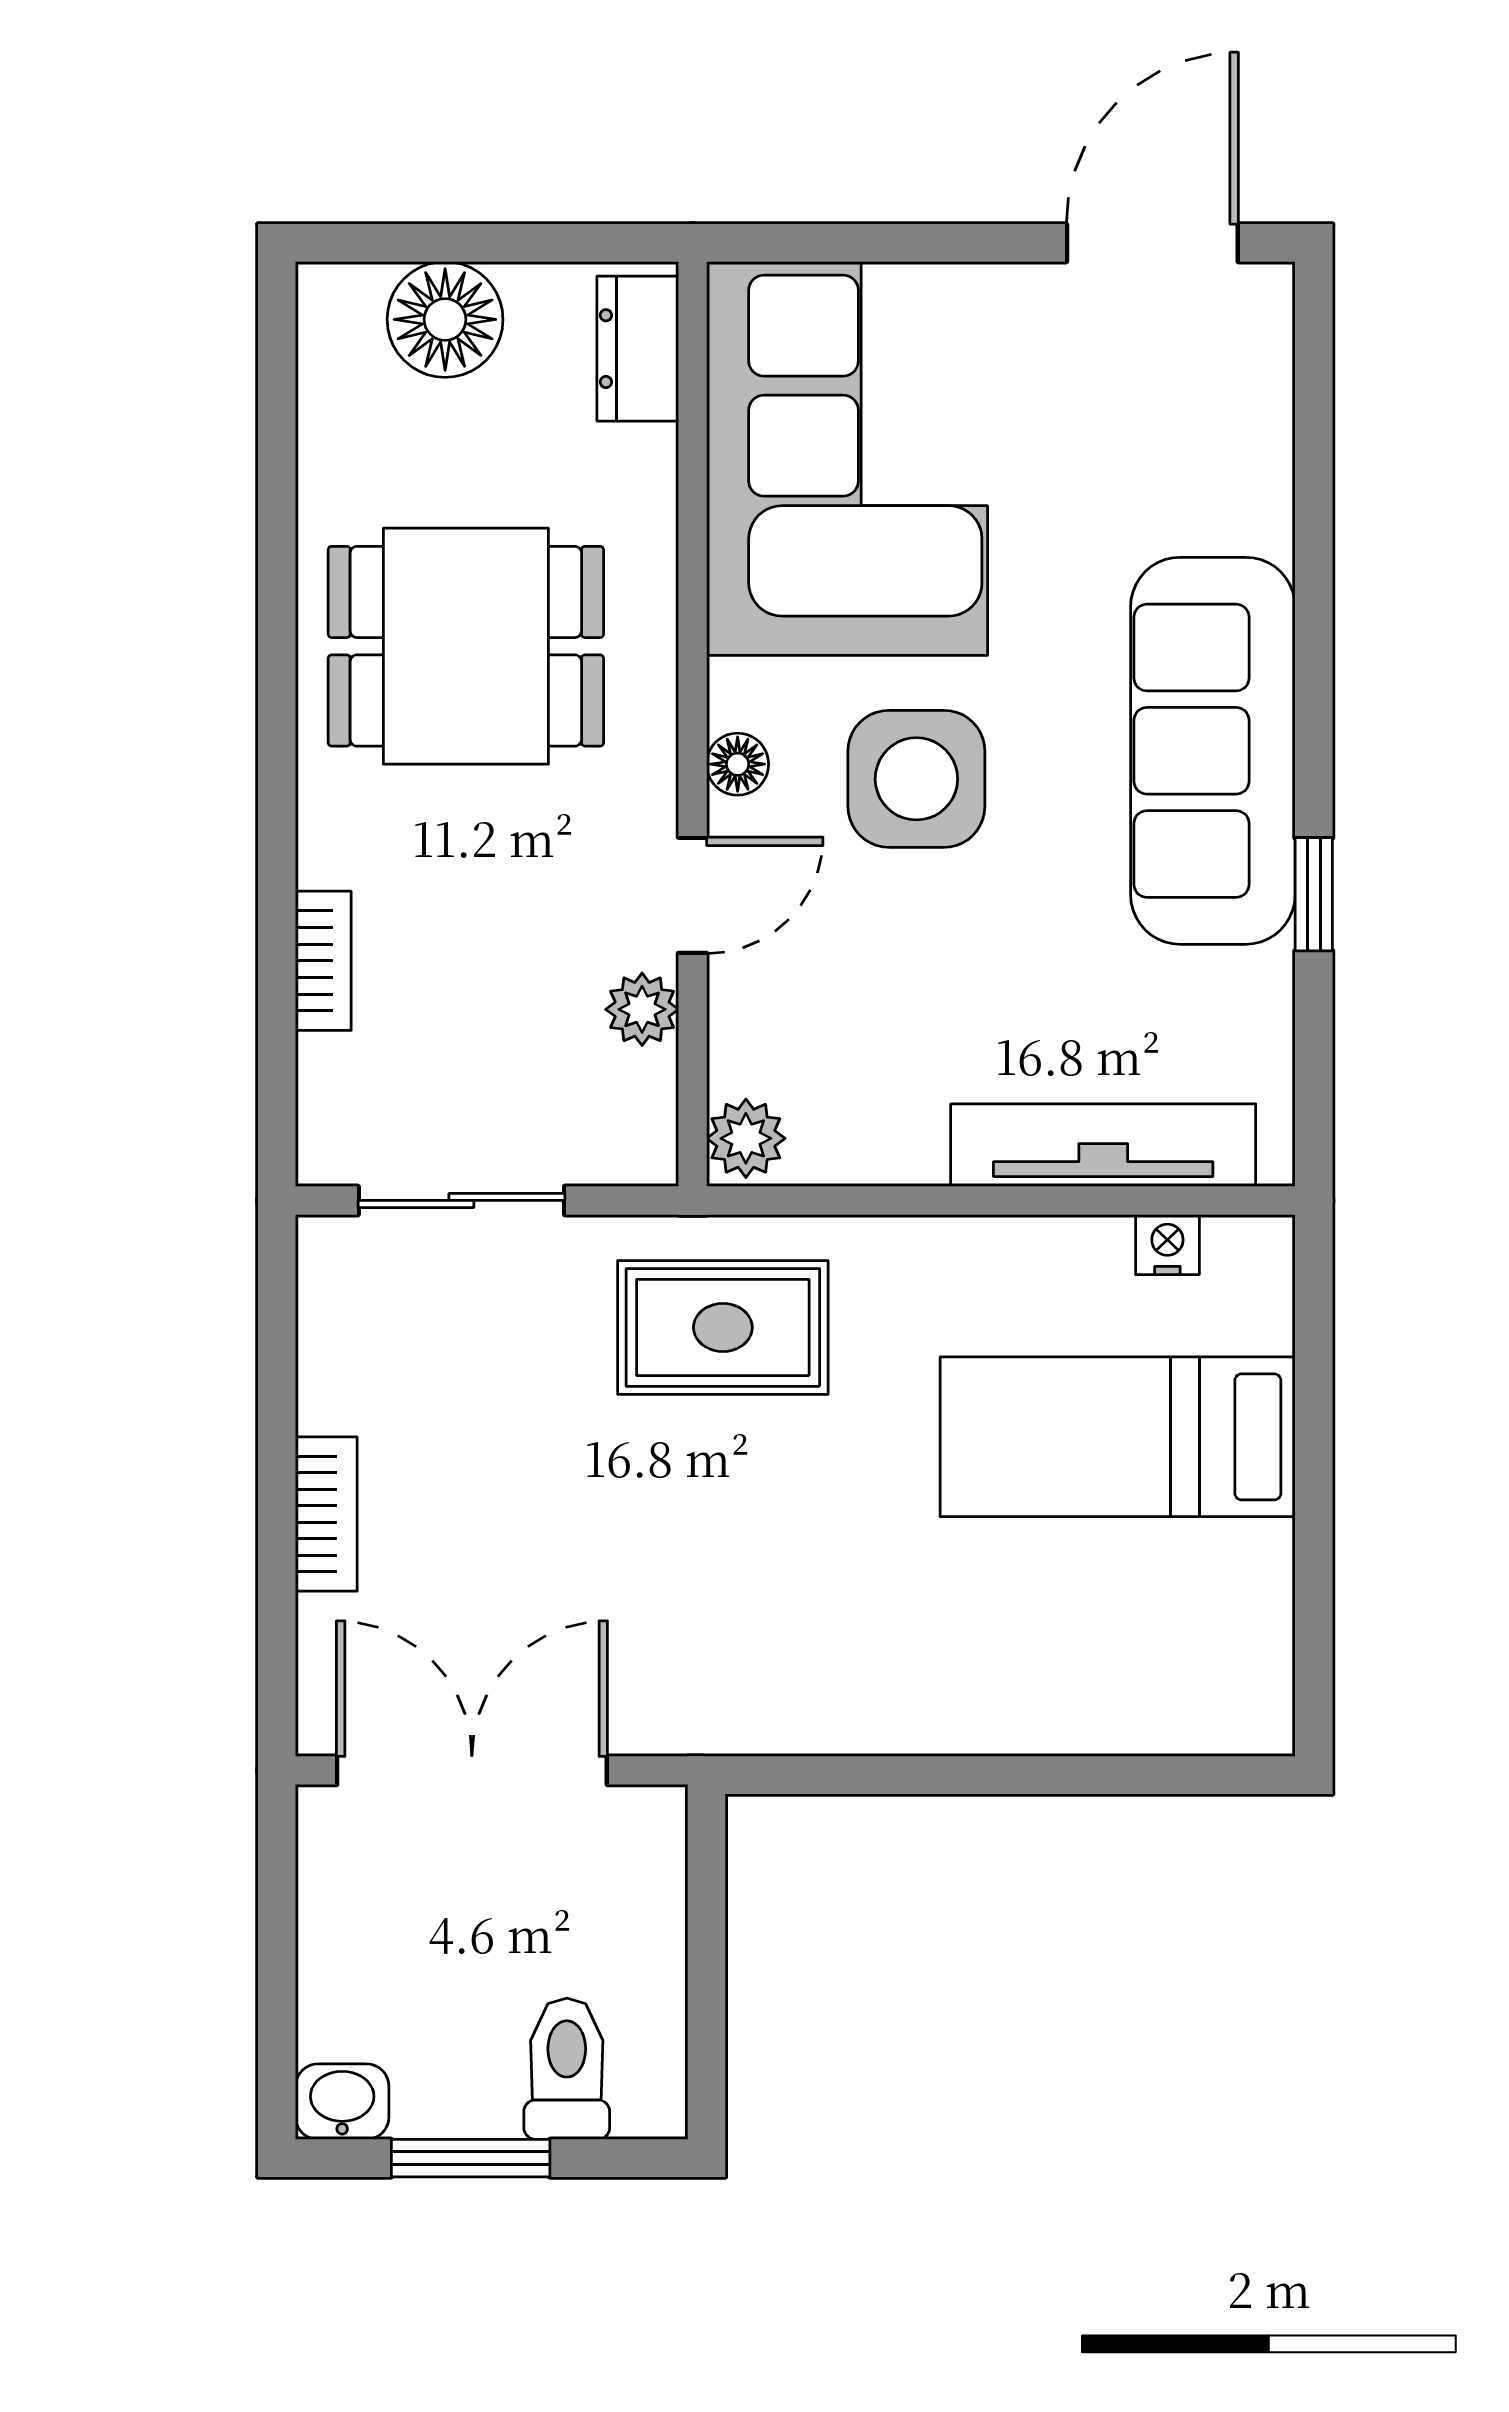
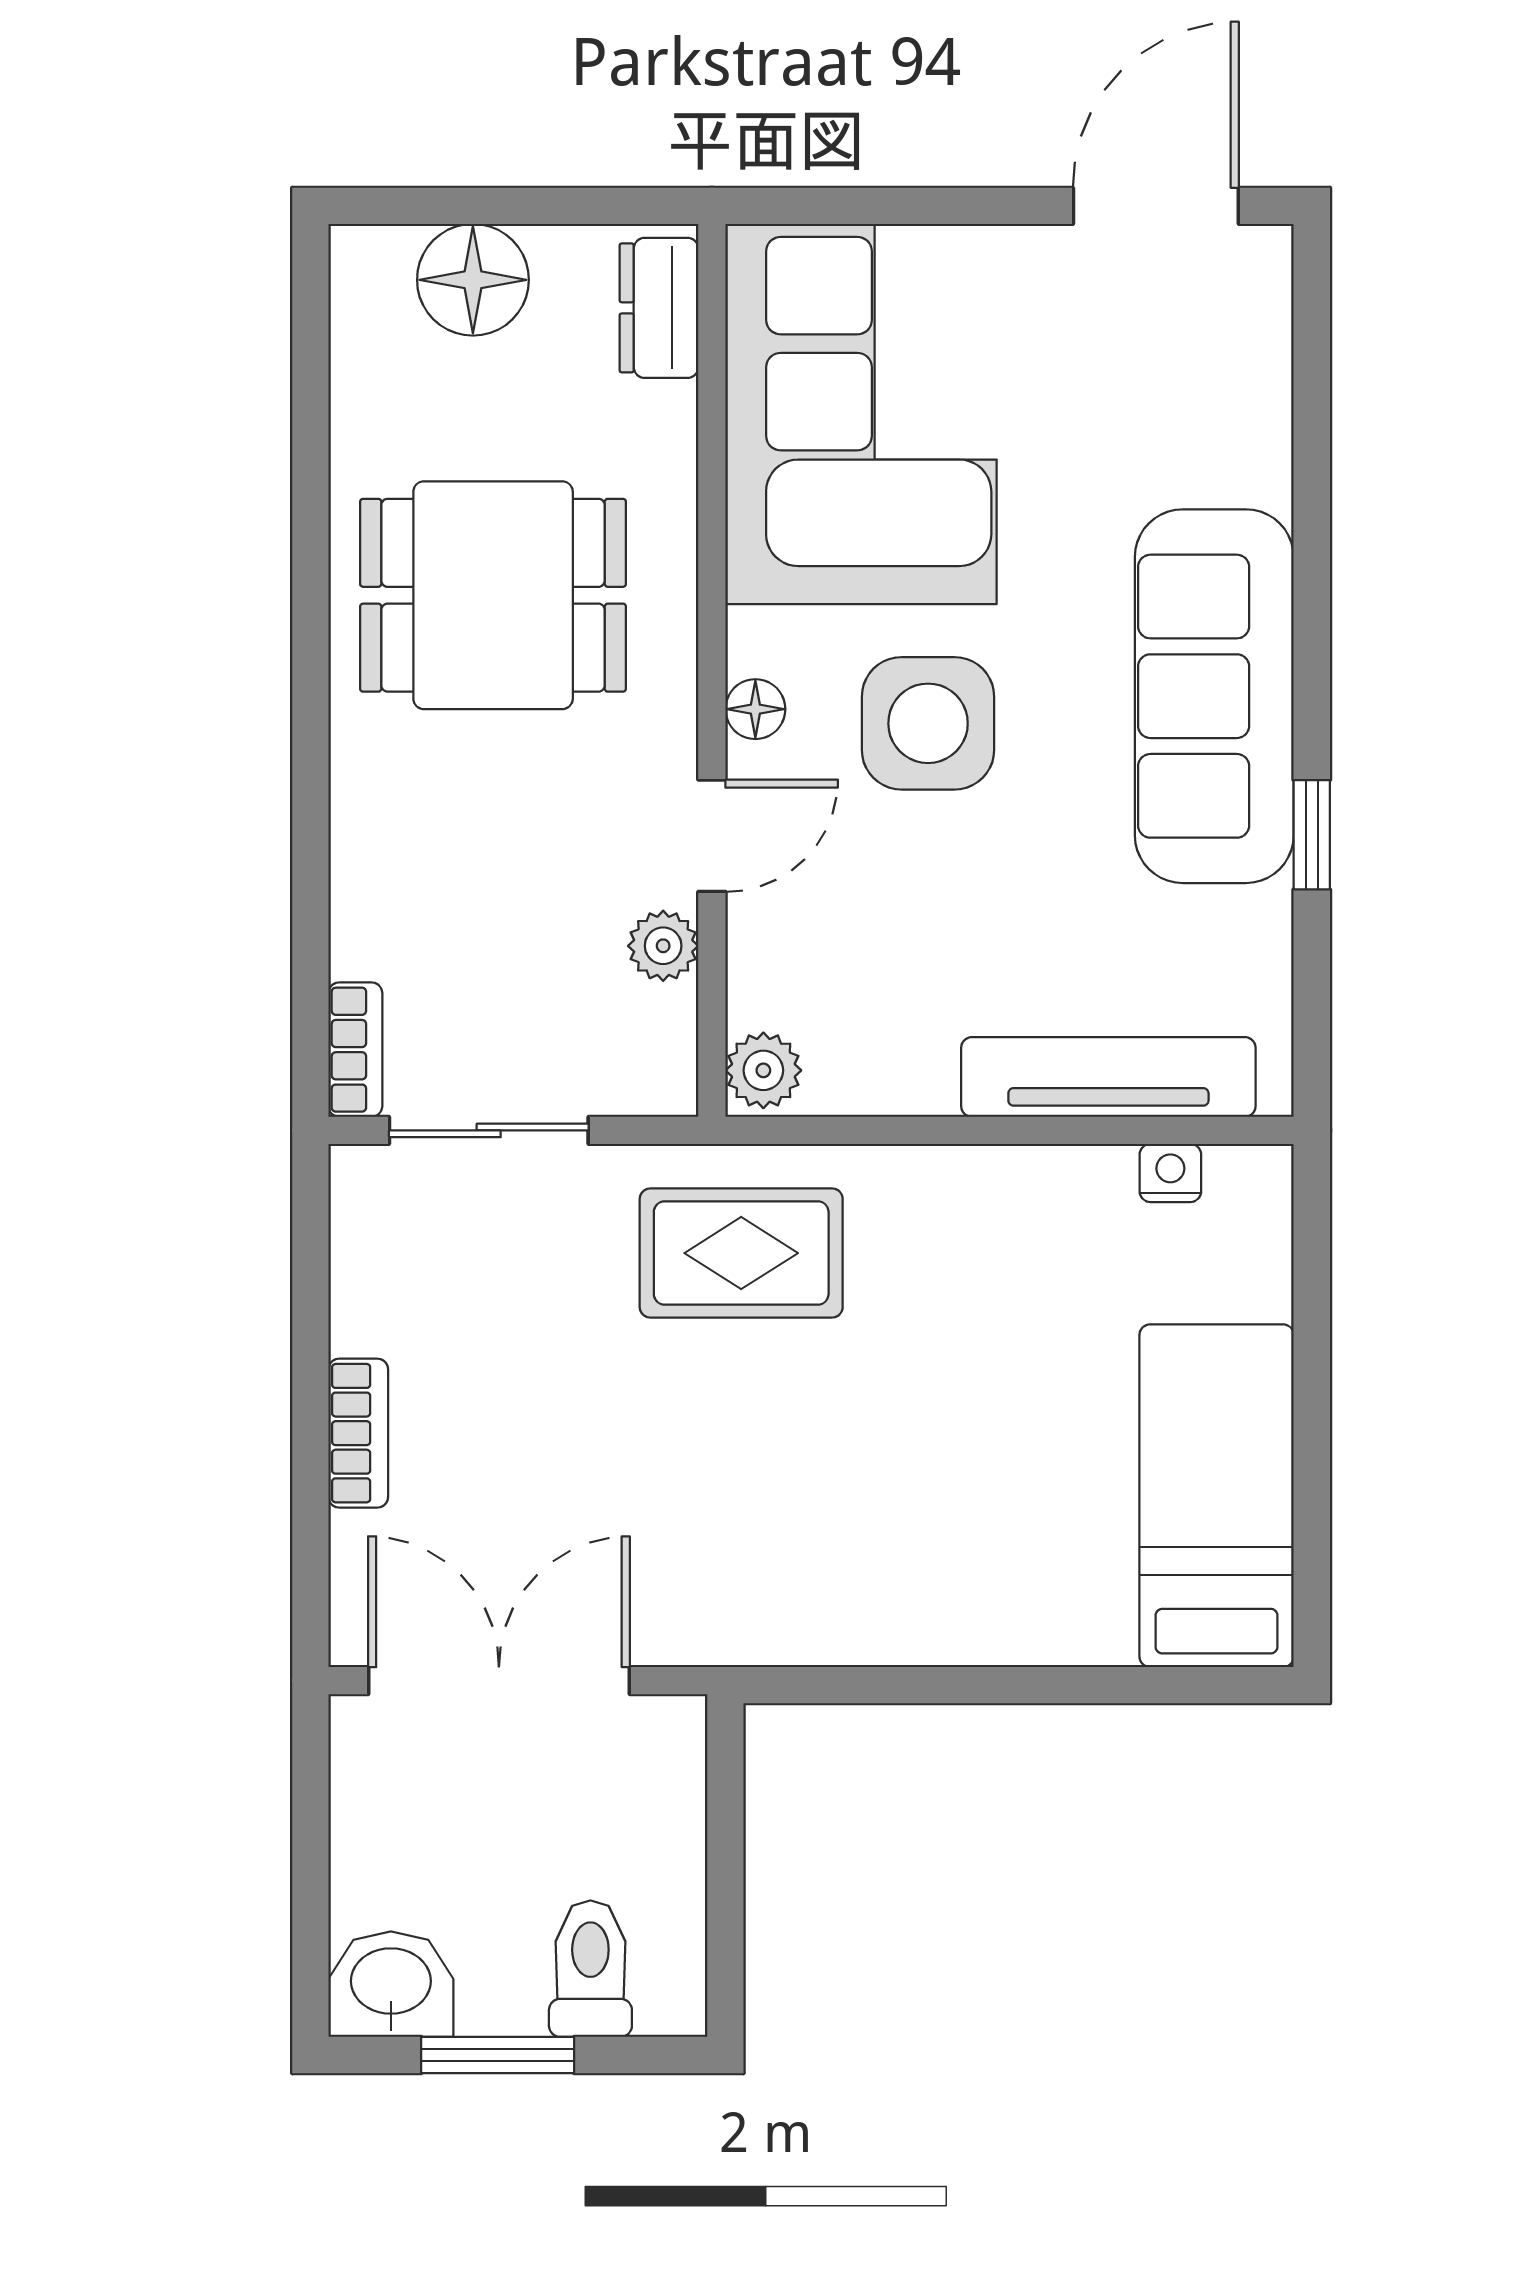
bookcase: (323, 961) -> (355, 1050), moved
bed: (1118, 1437) -> (1217, 1496), moved, turned 90
washbasin: (342, 2102) -> (391, 1984), width x1.38, depth x1.45

